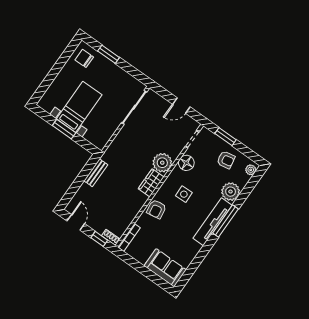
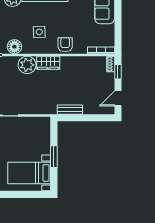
bed with nightstands: (79, 107) -> (29, 173), moved
armchair: (156, 209) -> (65, 45), turned -81

